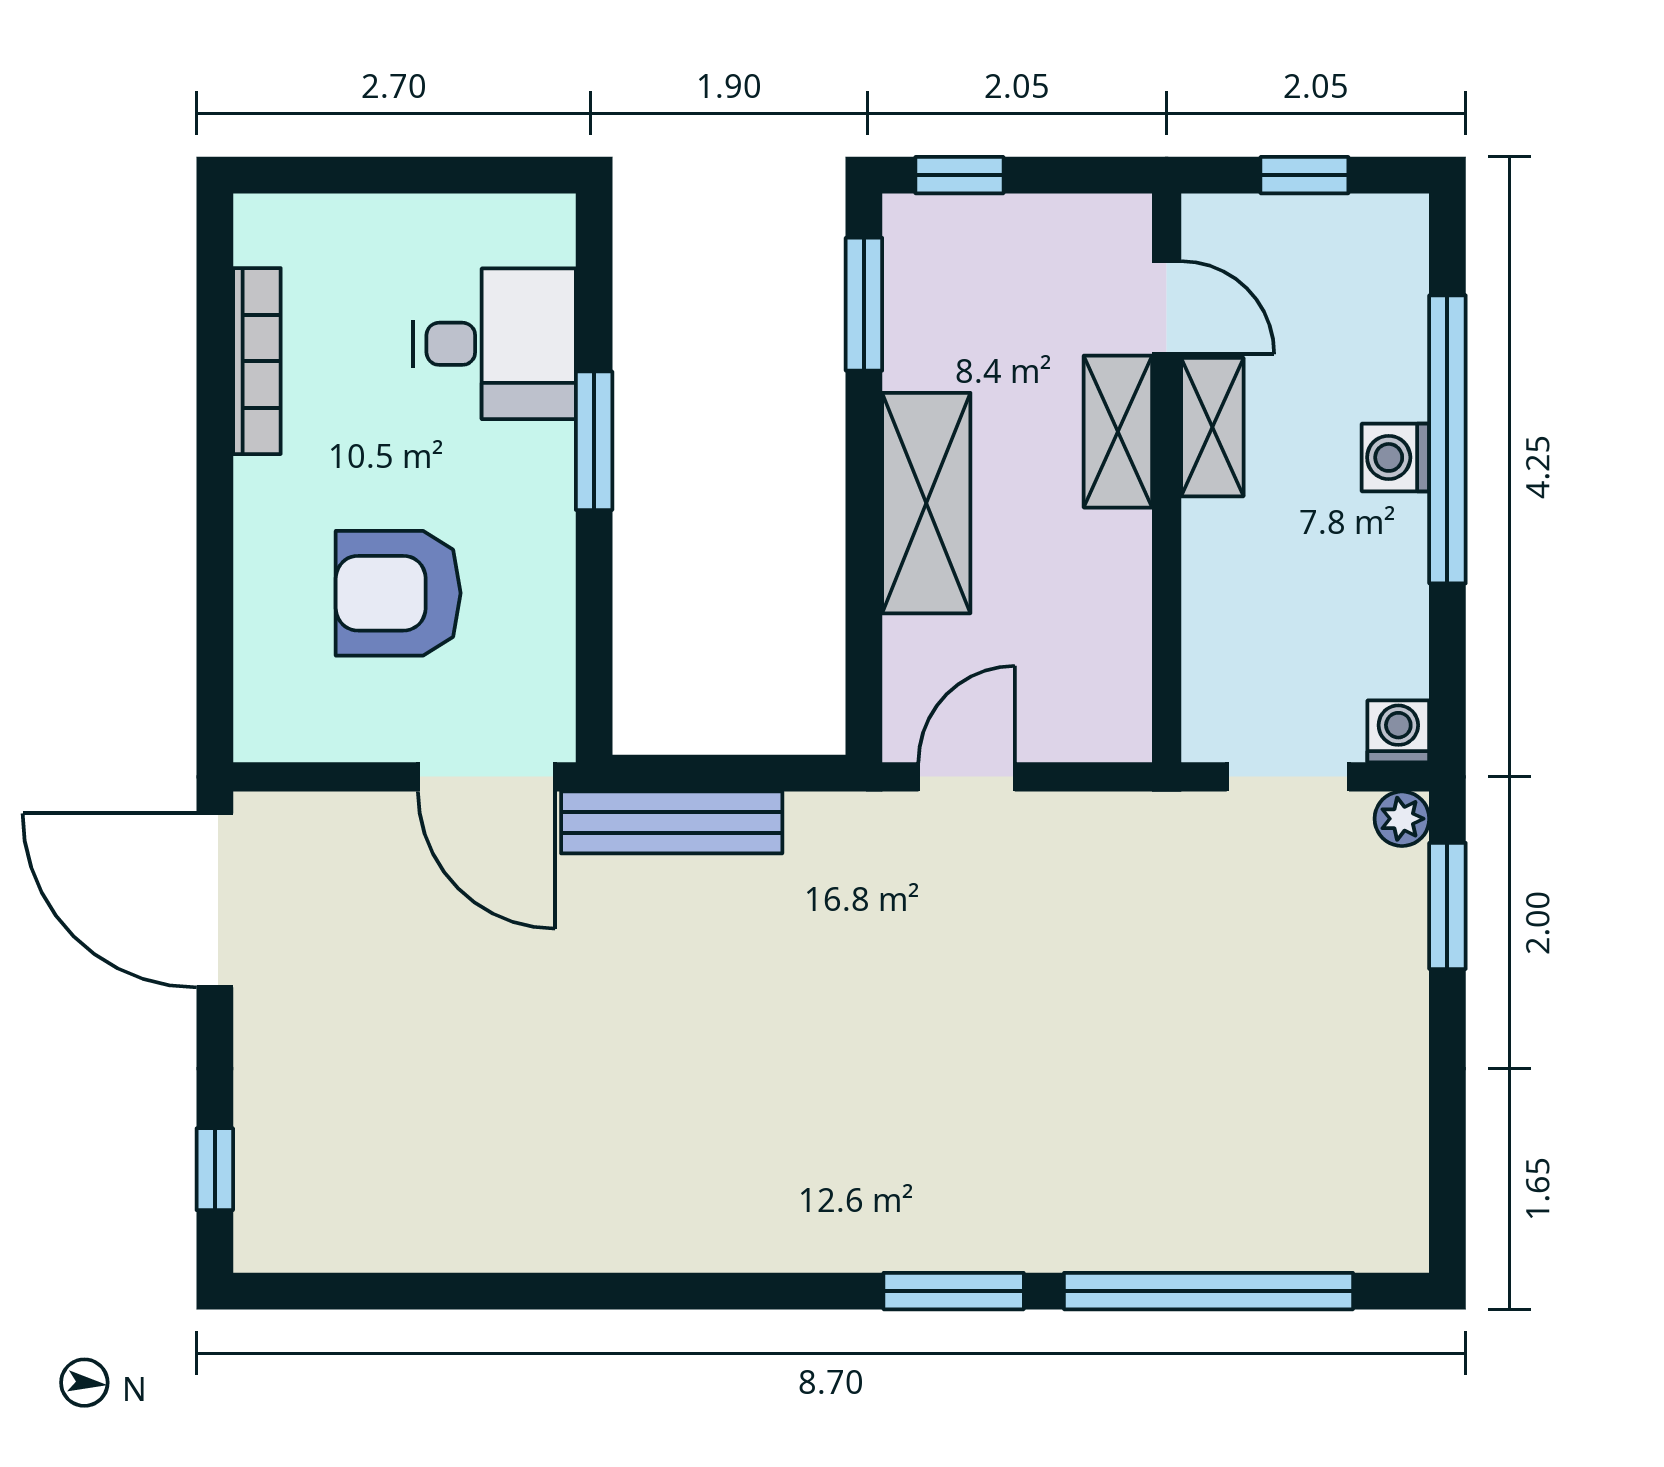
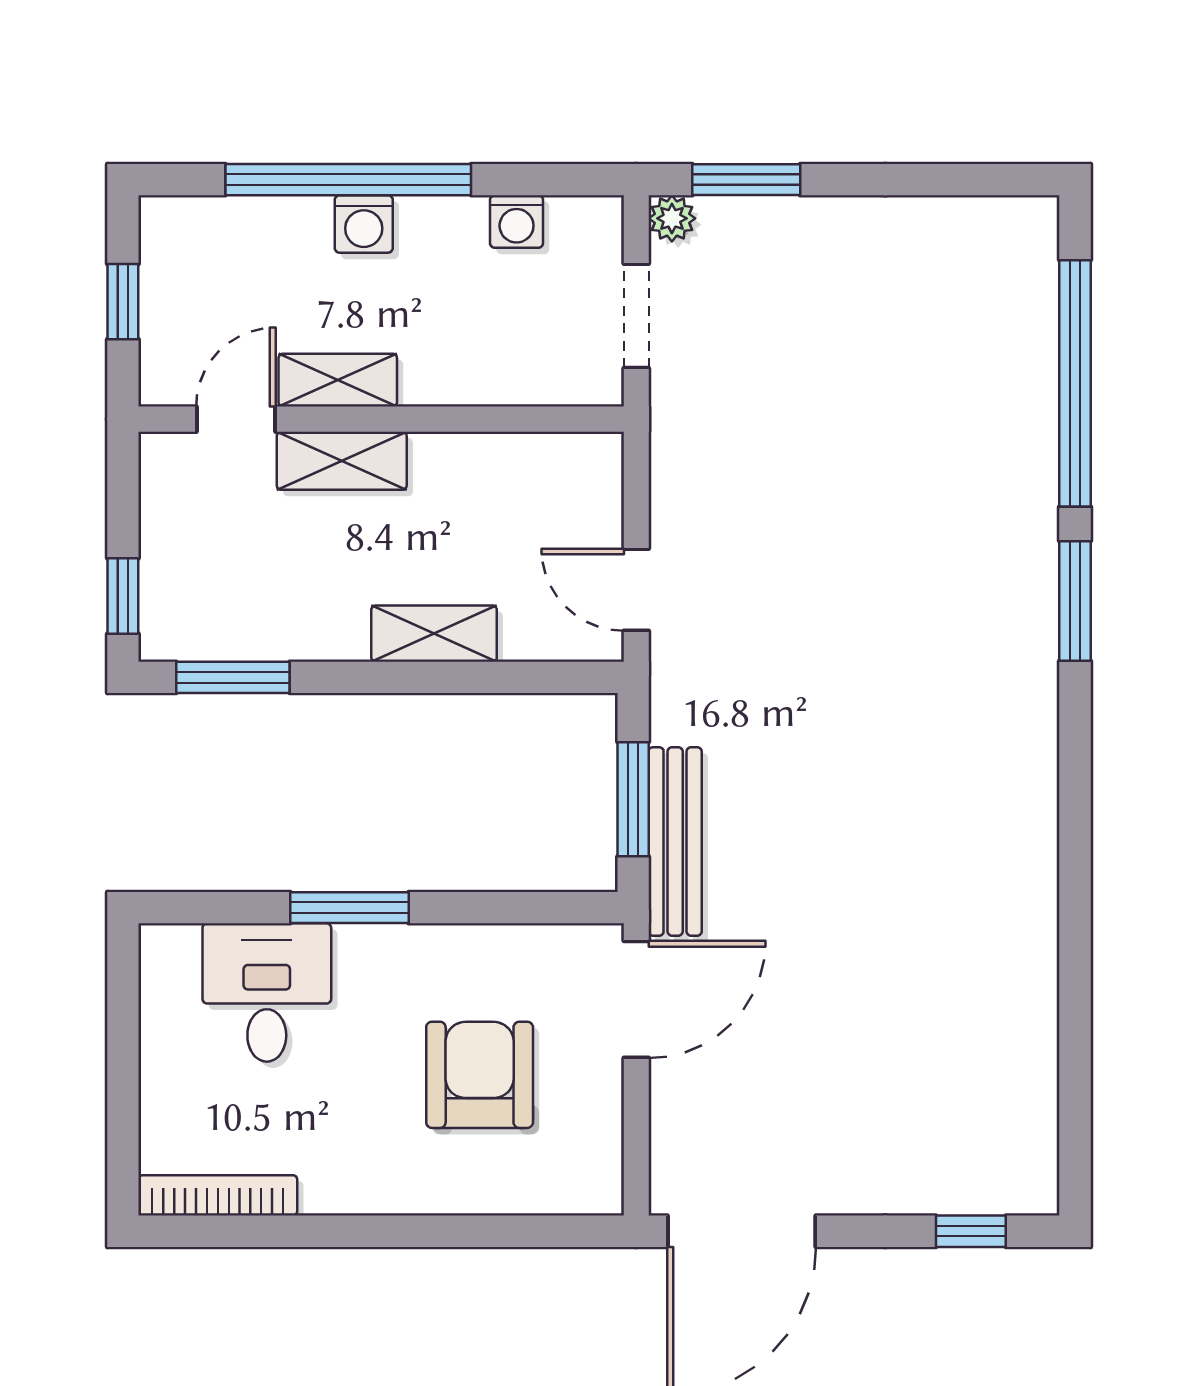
bookcase: (257, 361) -> (218, 1195), moved
shelving: (926, 503) -> (434, 634), width x0.67, depth x0.75
armchair: (398, 593) -> (480, 1075), turned 180
washing machine: (1398, 731) -> (517, 221), moved, turned -90
window: (721, 773) -> (633, 799), added

